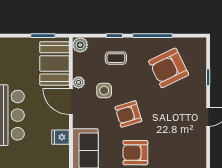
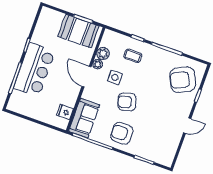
plant: (80, 45) -> (103, 54), moved
booth: (54, 63) -> (78, 31), moved, turned 90
armchair: (169, 68) -> (183, 80), moved
fridge: (60, 137) -> (65, 112), moved

